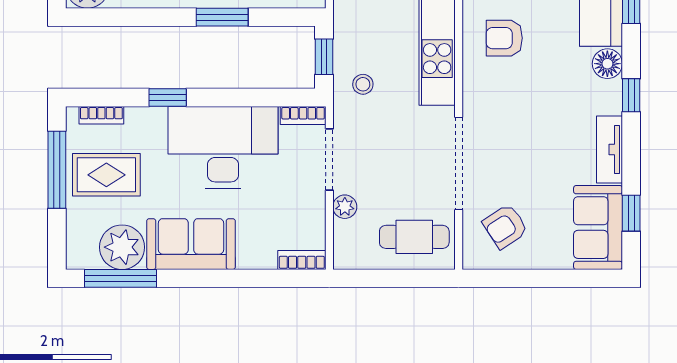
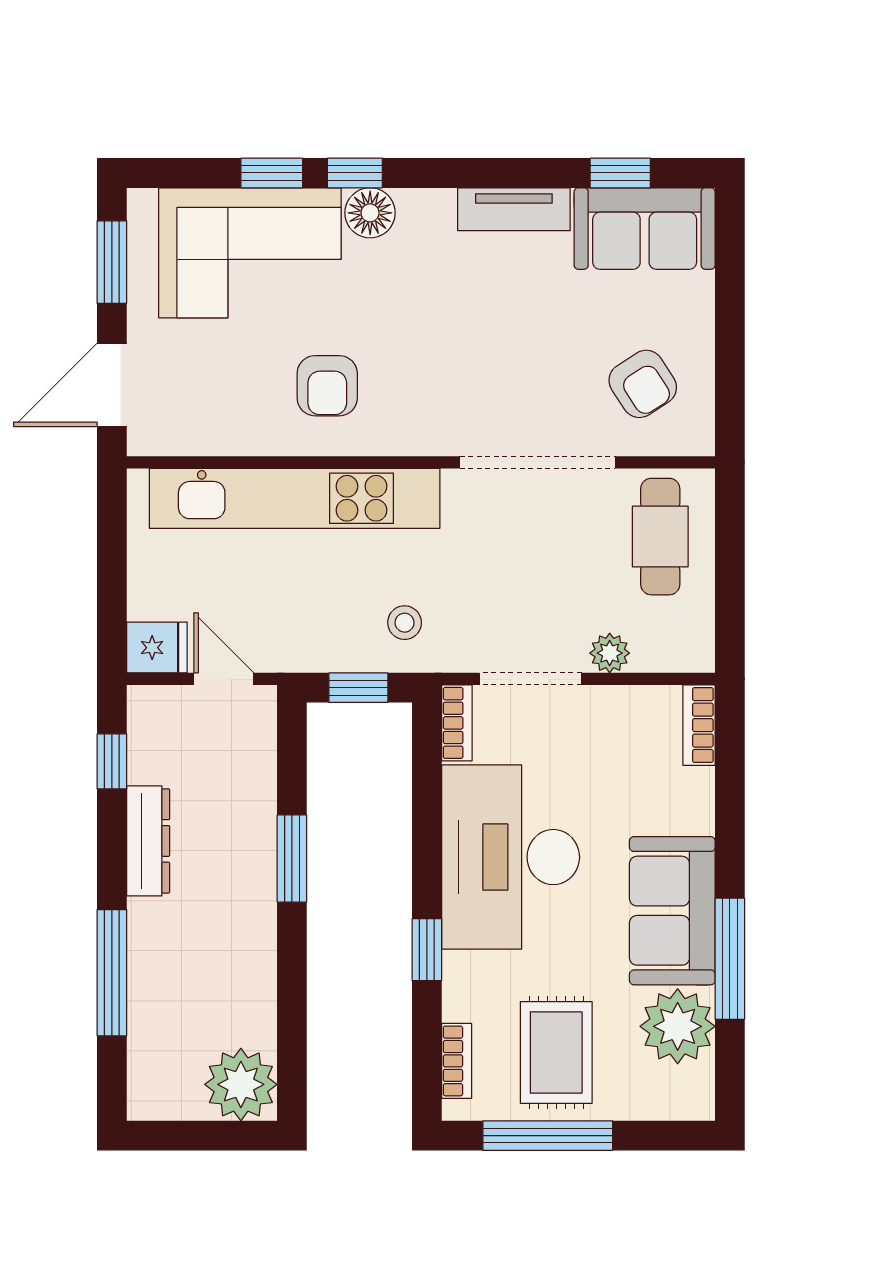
window: (631, 95) -> (355, 173), moved
window: (121, 278) -> (730, 959), moved

